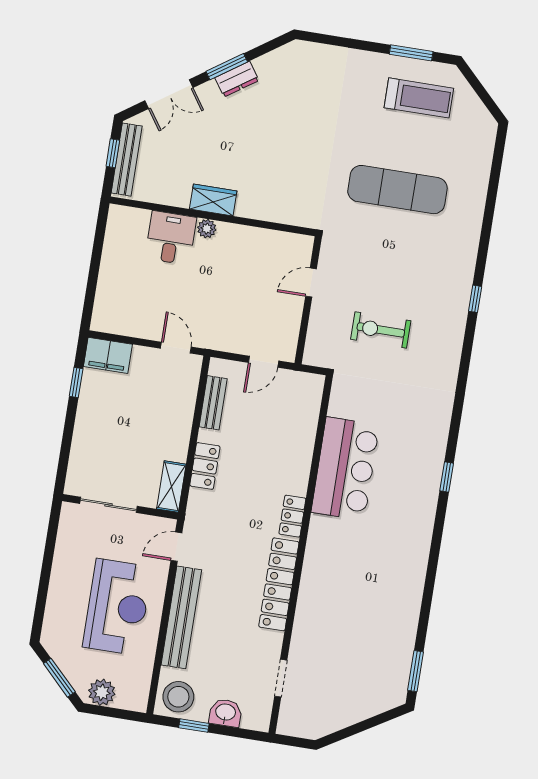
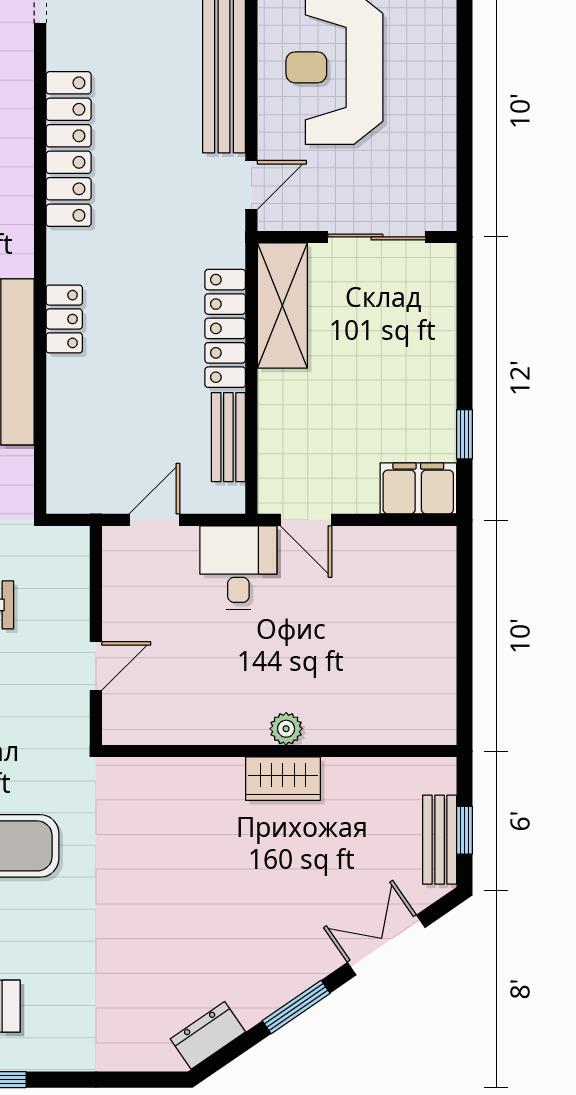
dresser: (237, 79) -> (208, 1035), moved
bench: (127, 160) -> (440, 840), width x0.73
desk: (171, 238) -> (238, 567), moved, turned 180
locker: (205, 466) -> (225, 328), width x1.53
shelving: (171, 487) -> (282, 306), width x1.50, depth x1.33
locker: (292, 516) -> (64, 319), moved

